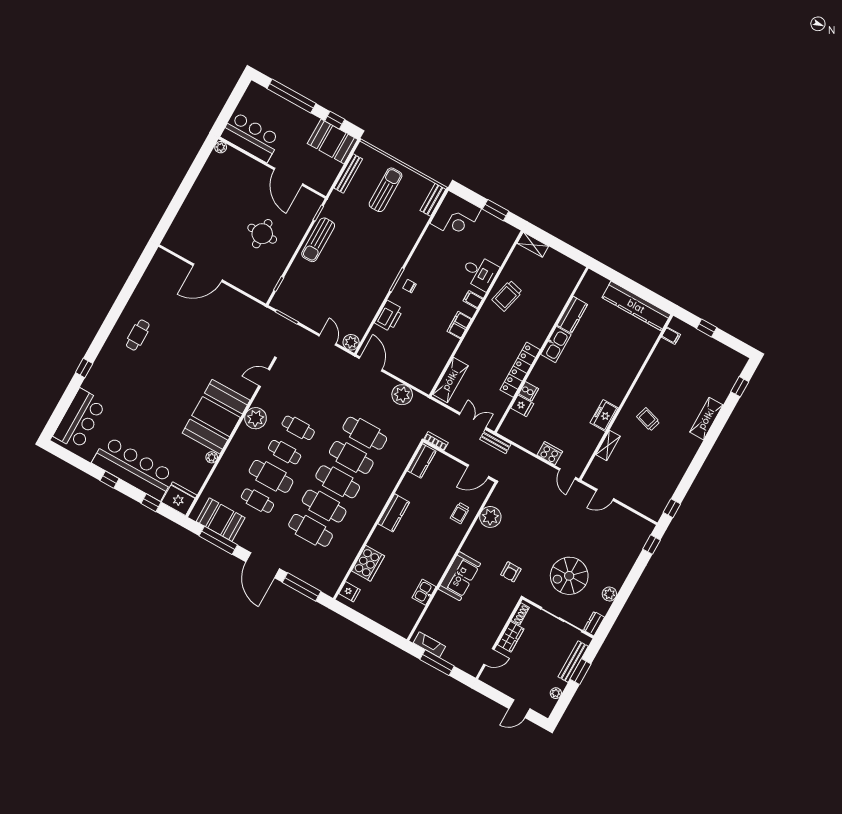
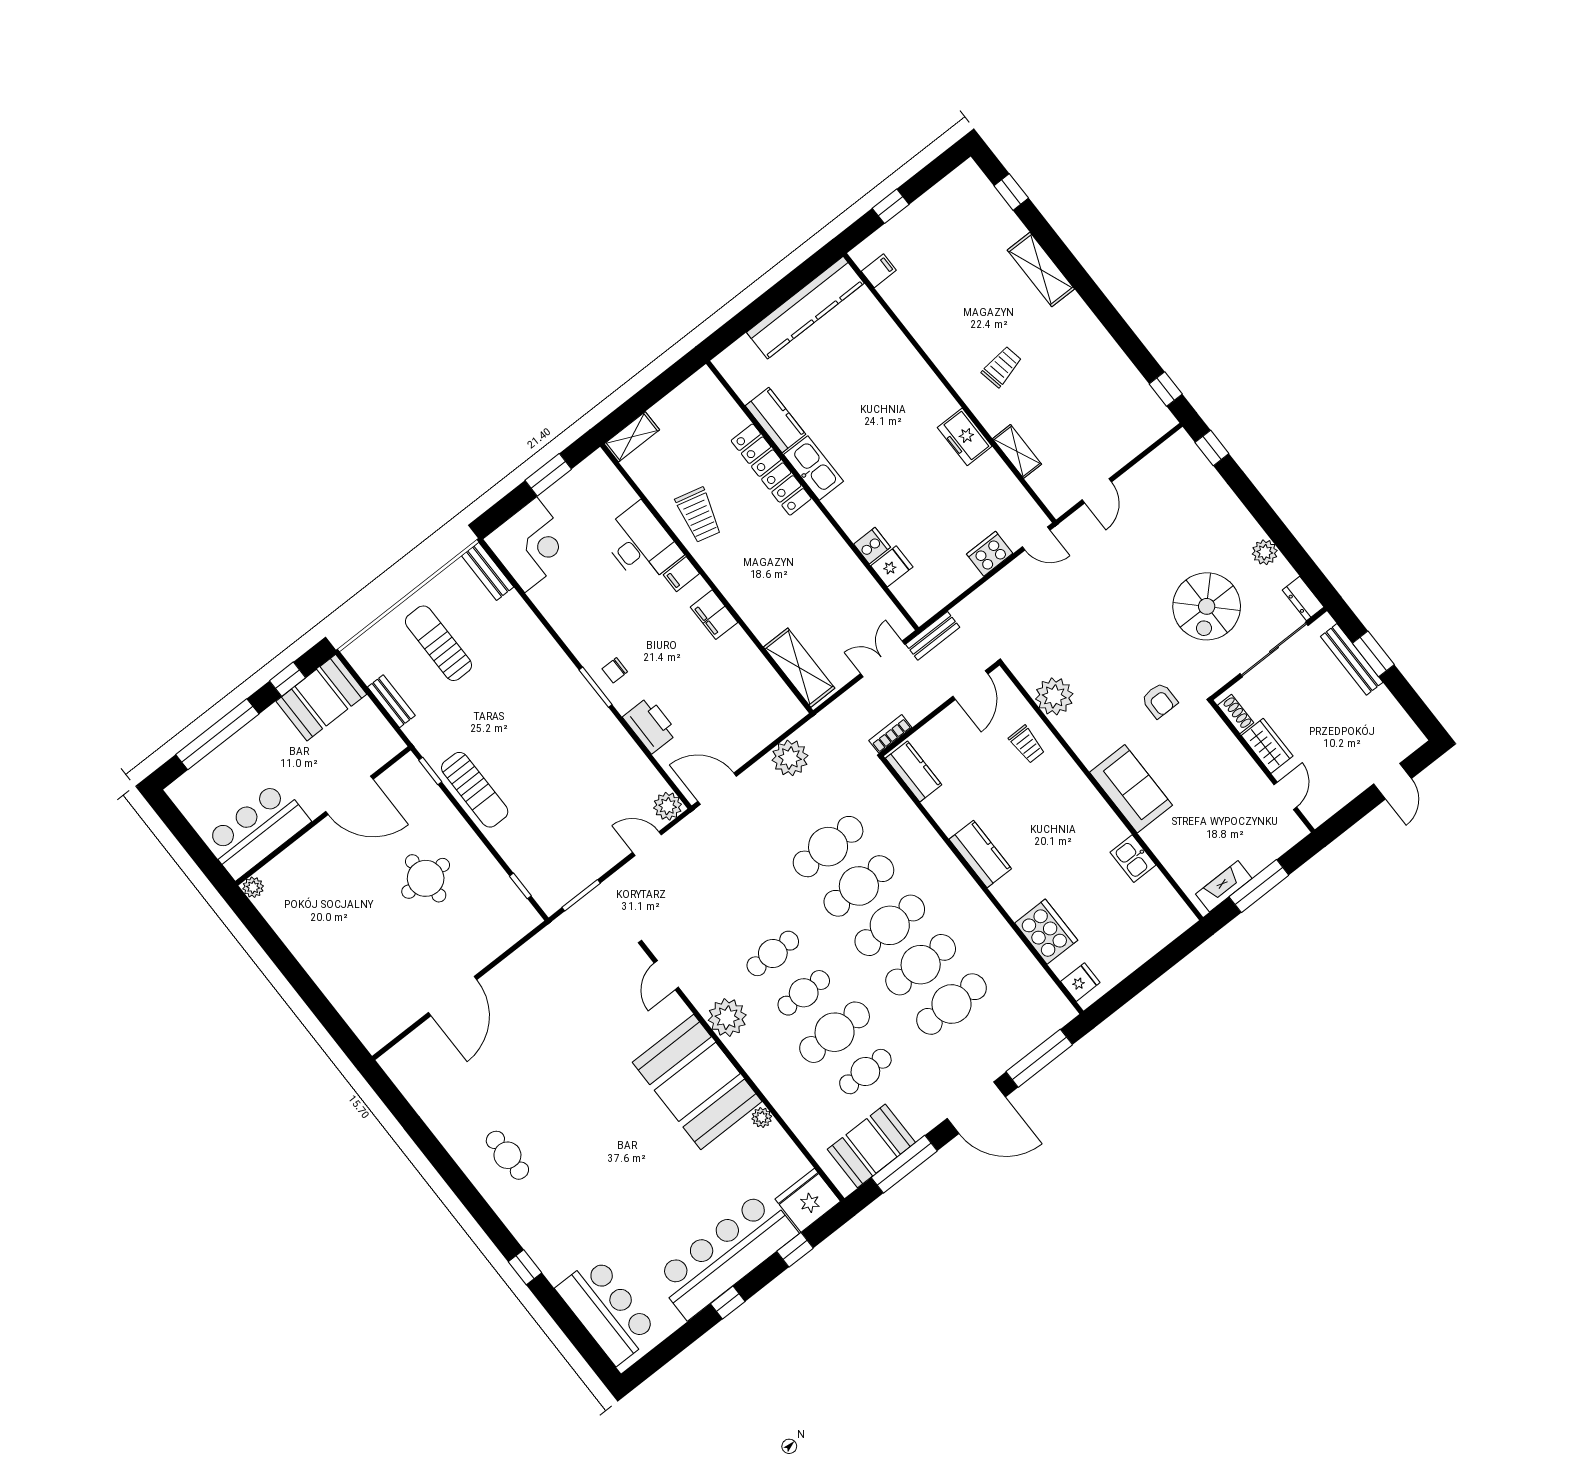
bench: (348, 174) -> (391, 701), width x0.73
desk: (480, 272) -> (641, 544), width x1.37
locker: (520, 370) -> (771, 470), moved
trolley: (648, 419) -> (1002, 367), turned 152
plant: (556, 693) -> (1392, 710), removed

